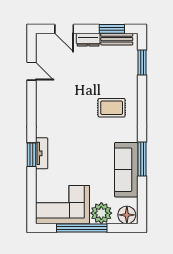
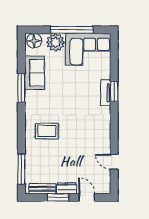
window: (112, 29) -> (58, 197), moved
window: (142, 63) -> (21, 169), width x1.44
sofa: (126, 170) -> (35, 73), width x0.73

